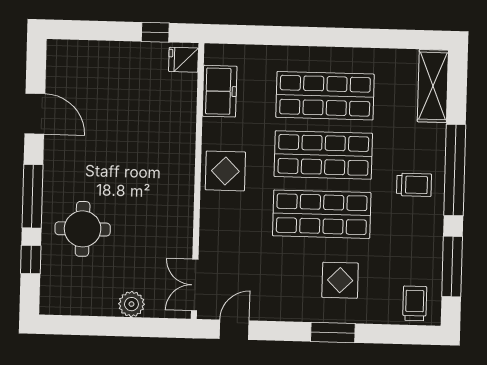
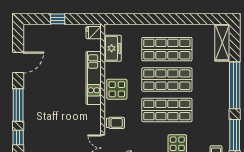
window: (155, 32) -> (58, 19), moved
door: (35, 114) -> (18, 62), hinge flipped
kitchen unit: (181, 148) -> (94, 78), added
trolley: (414, 185) -> (115, 123), moved
round table: (83, 229) -> (44, 121), removed

